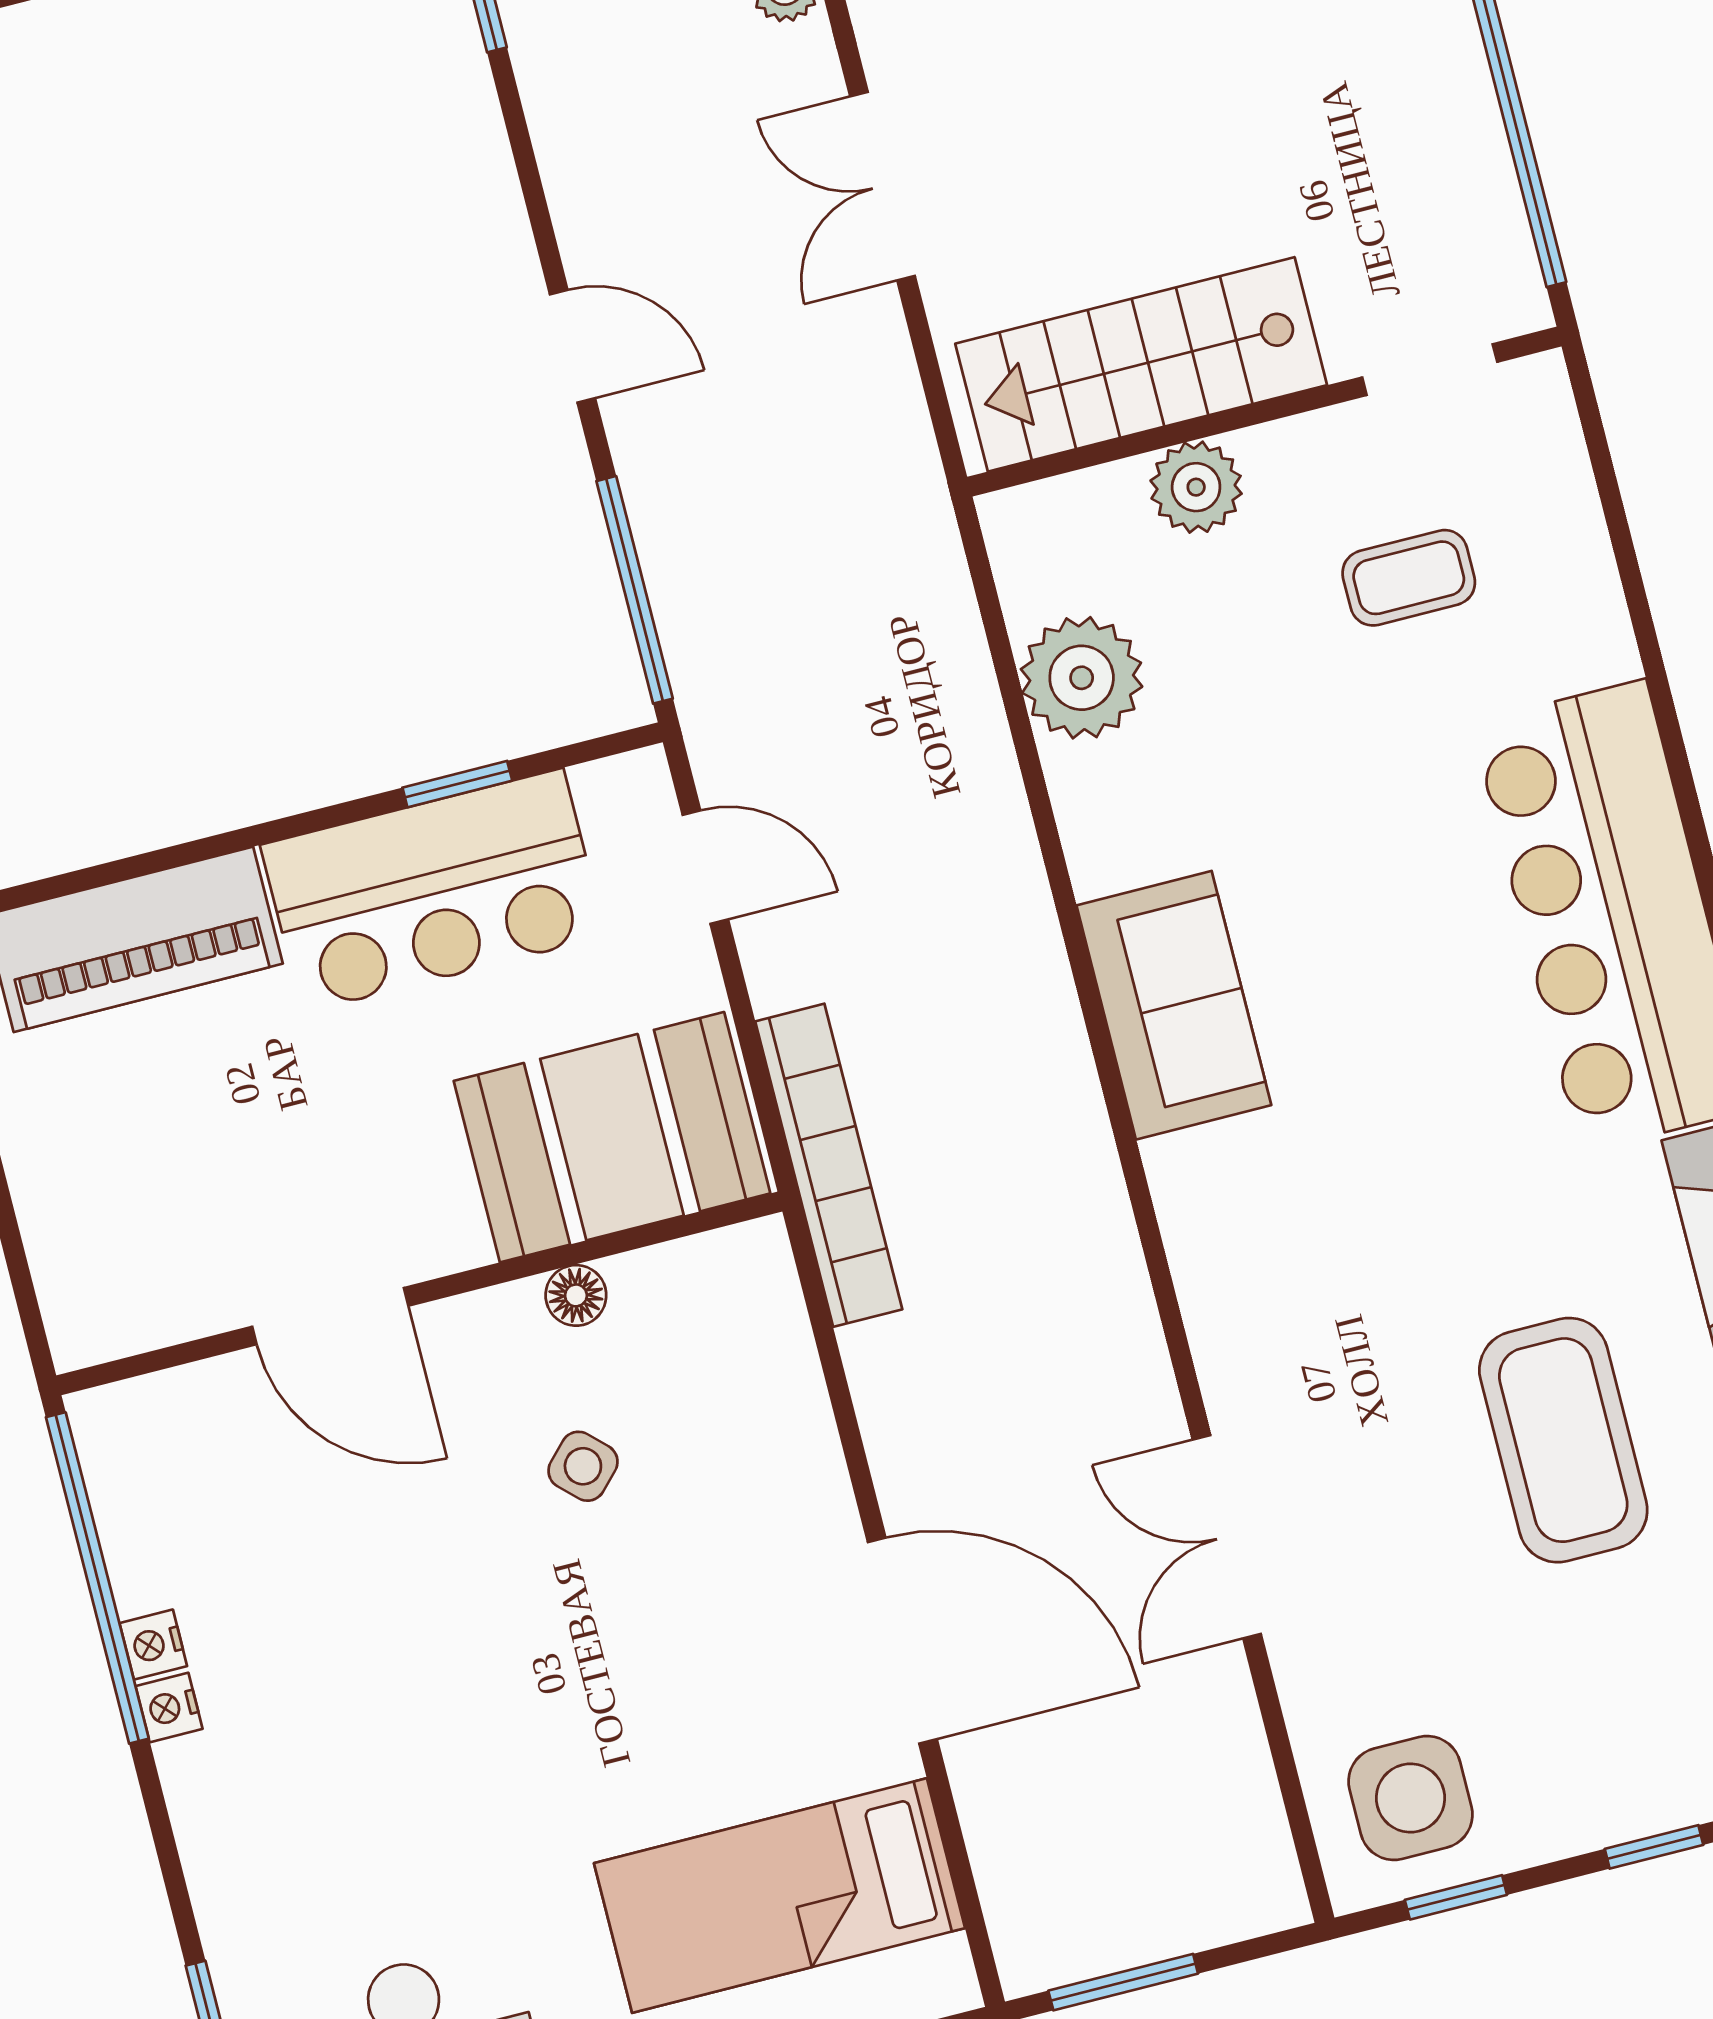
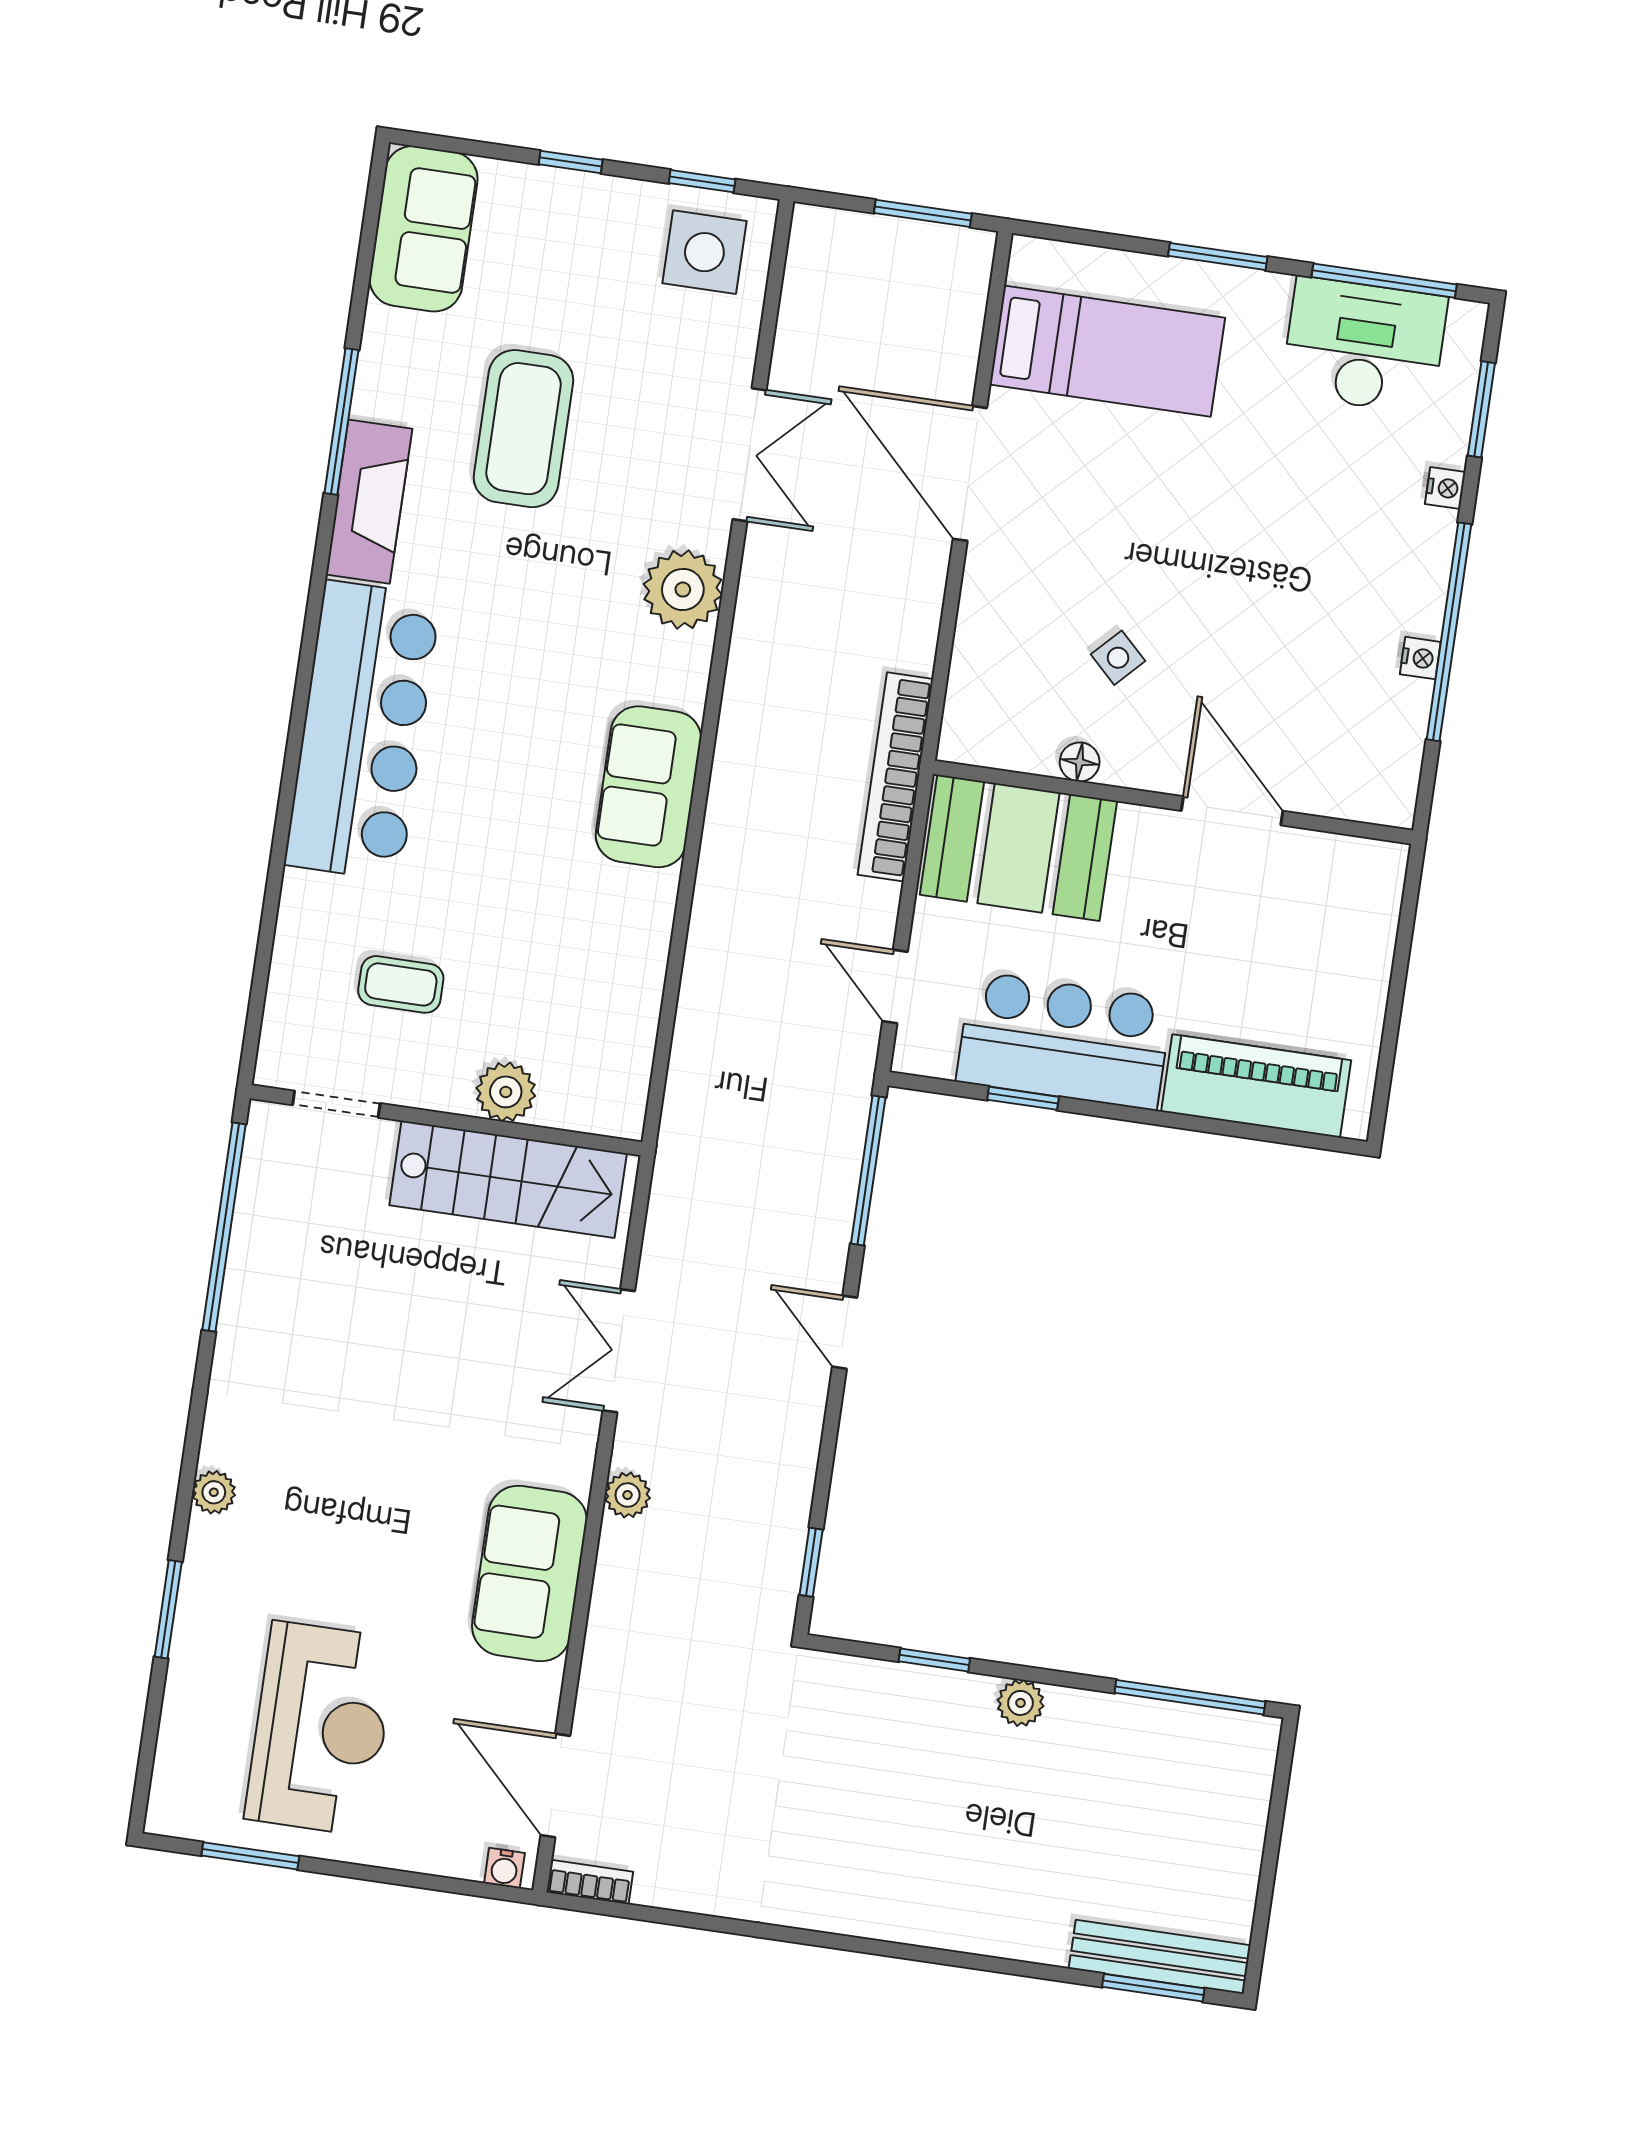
double door: (882, 186) -> (619, 1351), swing flipped
plant: (1082, 678) -> (683, 590), moved
window: (97, 1578) -> (1449, 632), moved
nightstand: (169, 1708) -> (1445, 488), moved

